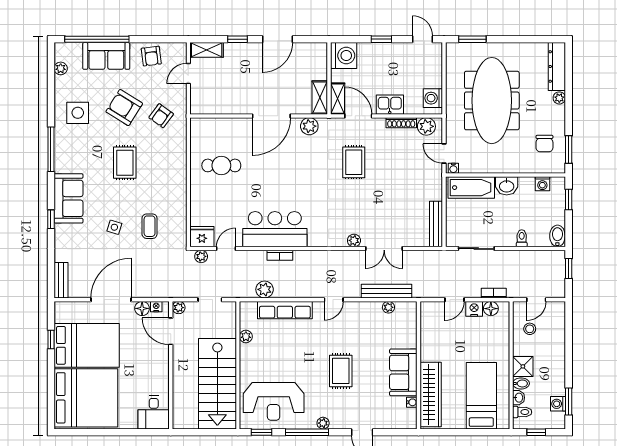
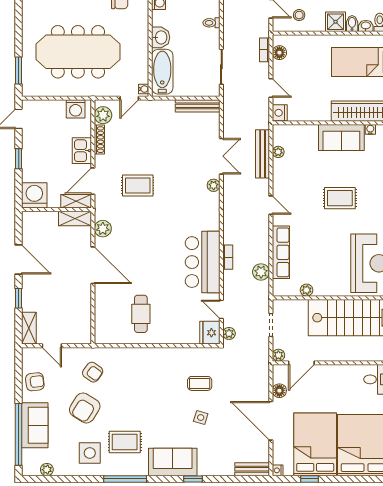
rug: (125, 163) -> (125, 442), moved
nightstand: (156, 307) -> (278, 470), moved
nightstand: (474, 309) -> (280, 113), moved

